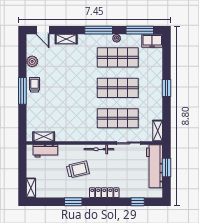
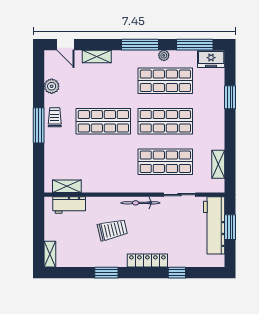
shop shelf: (71, 88) -> (103, 121), added
window: (166, 88) -> (230, 97), moved
shelving: (158, 131) -> (218, 164), moved
window: (138, 202) -> (177, 273), moved

